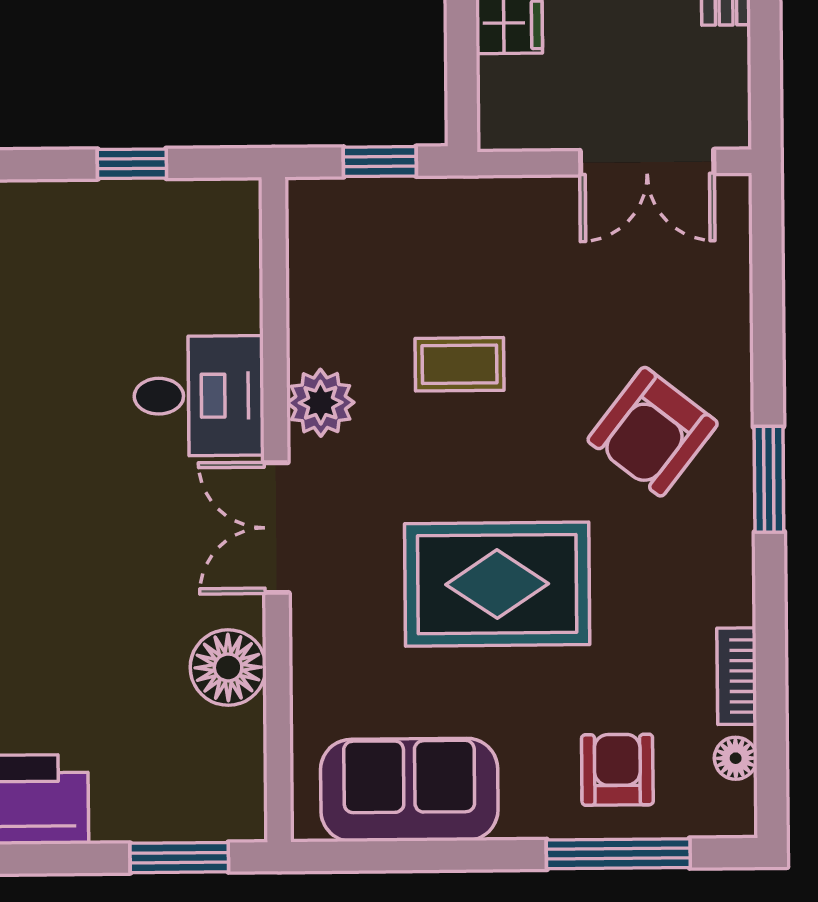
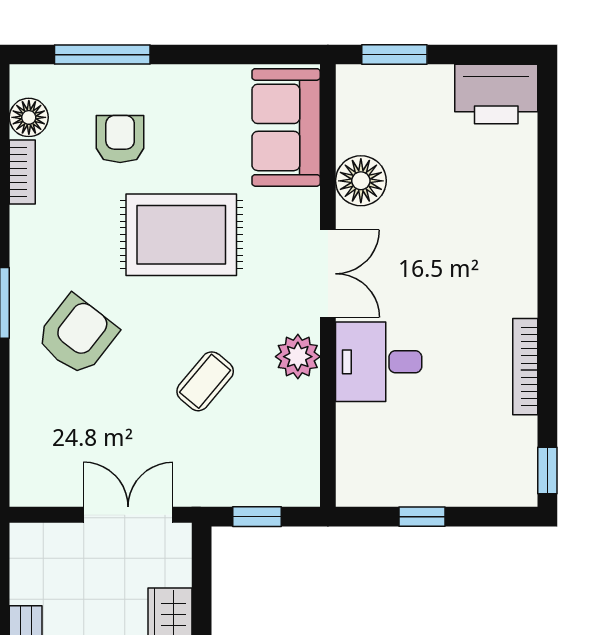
double door: (647, 162) -> (128, 515), moved
coffee table: (460, 364) -> (205, 381), turned -50
floor lamp: (736, 758) -> (29, 117), width x1.37, depth x1.37
armchair: (617, 770) -> (120, 139), moved, turned 180
sofa: (409, 790) -> (286, 127), moved, turned 90

